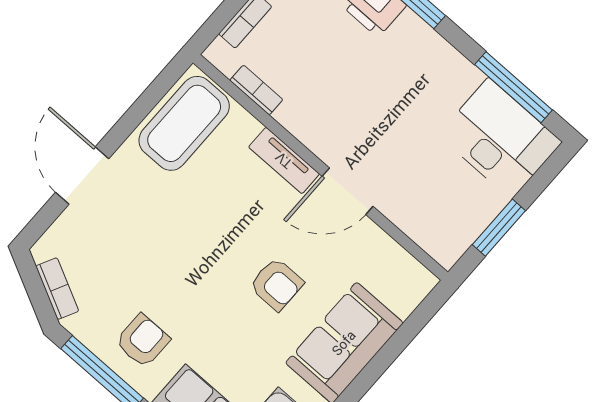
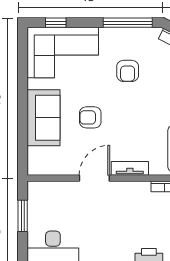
armchair: (143, 341) -> (128, 71), moved

